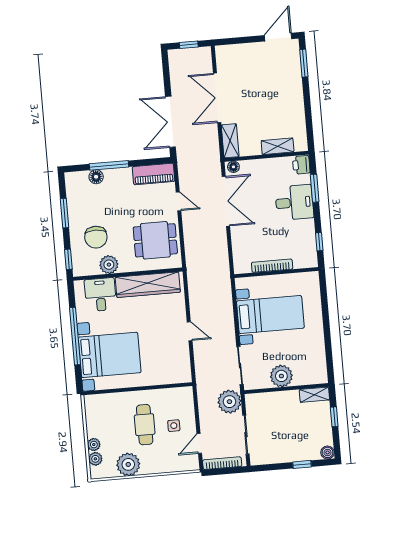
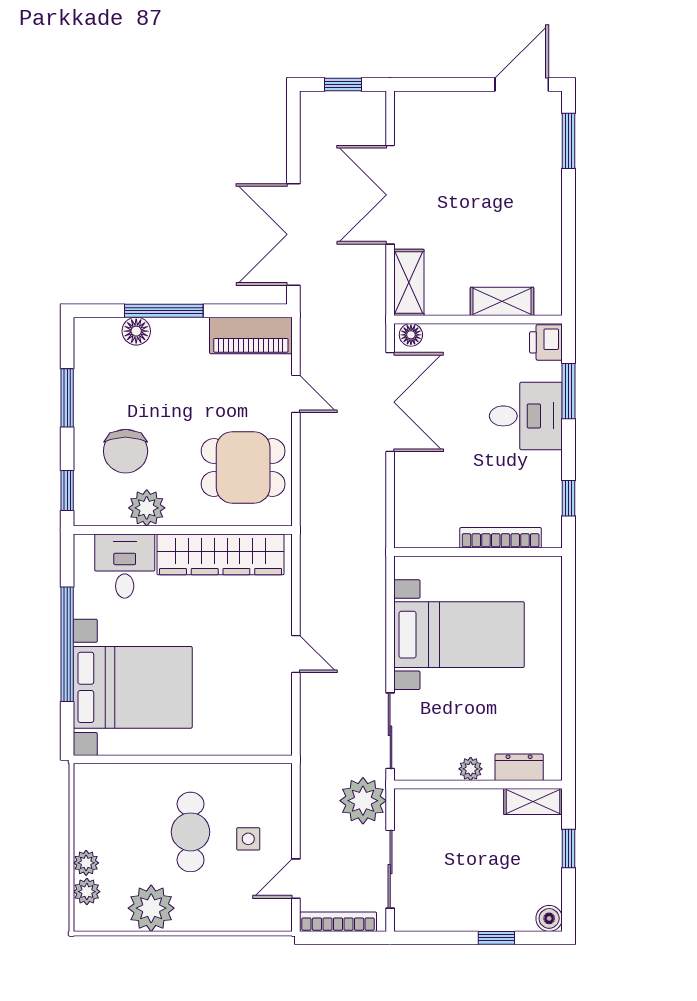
bookcase: (272, 266) -> (501, 538), moved
plant: (281, 376) -> (471, 769), width x0.53, depth x0.53
dresser: (306, 378) -> (519, 767), added

